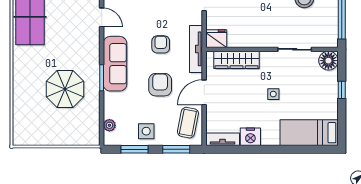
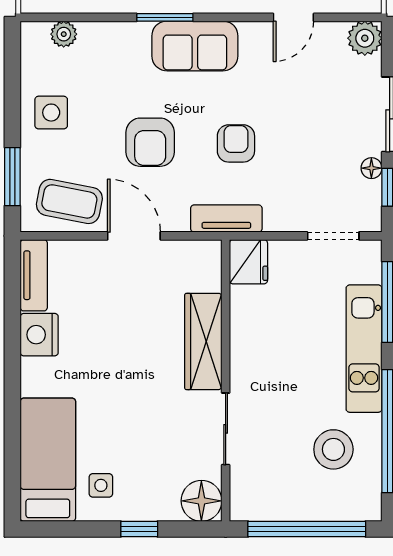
armchair: (161, 44) -> (236, 143), turned -90
tv unit: (196, 49) -> (226, 218), width x0.71
wardrobe: (237, 60) -> (203, 341), moved
sofa: (115, 64) -> (195, 46), width x0.73
armchair: (160, 85) -> (150, 142), turned 90
side table: (273, 94) -> (101, 485), moved
window: (134, 149) -> (12, 88), removed

